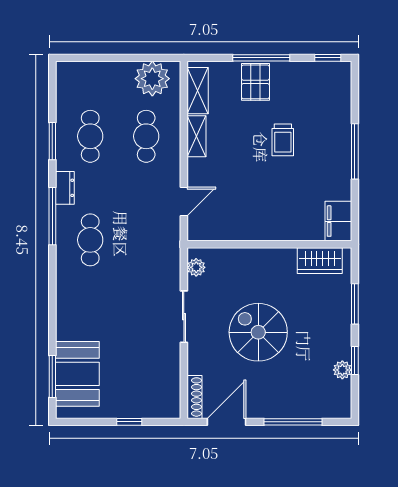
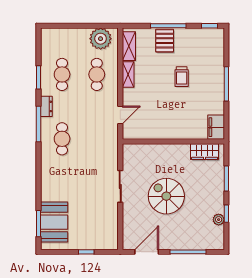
plant: (196, 267) -> (128, 156), removed
shoe rack: (195, 397) -> (127, 236), removed

